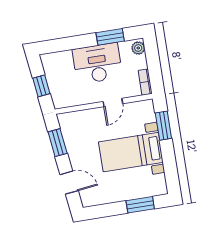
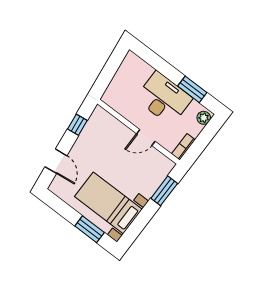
window: (41, 86) -> (108, 73), removed
window: (58, 143) -> (77, 125), width x0.67
bed with nightstands: (131, 152) -> (108, 203), moved

